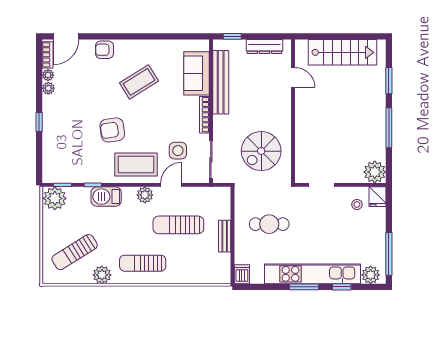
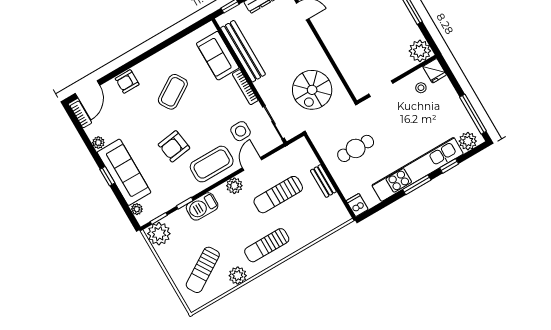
plant: (48, 75) -> (137, 209), moved
sofa: (56, 127) -> (124, 172), added

